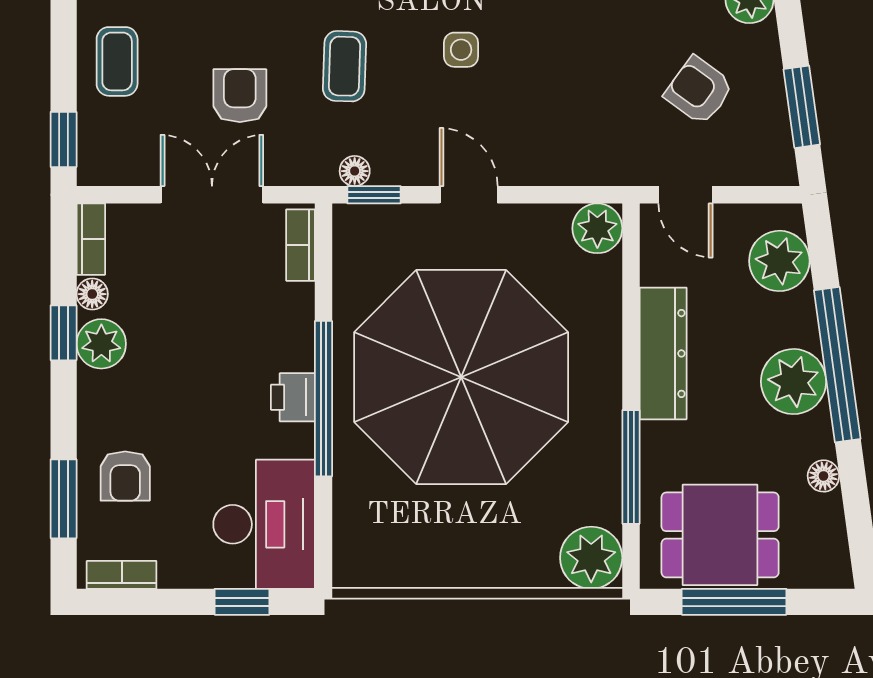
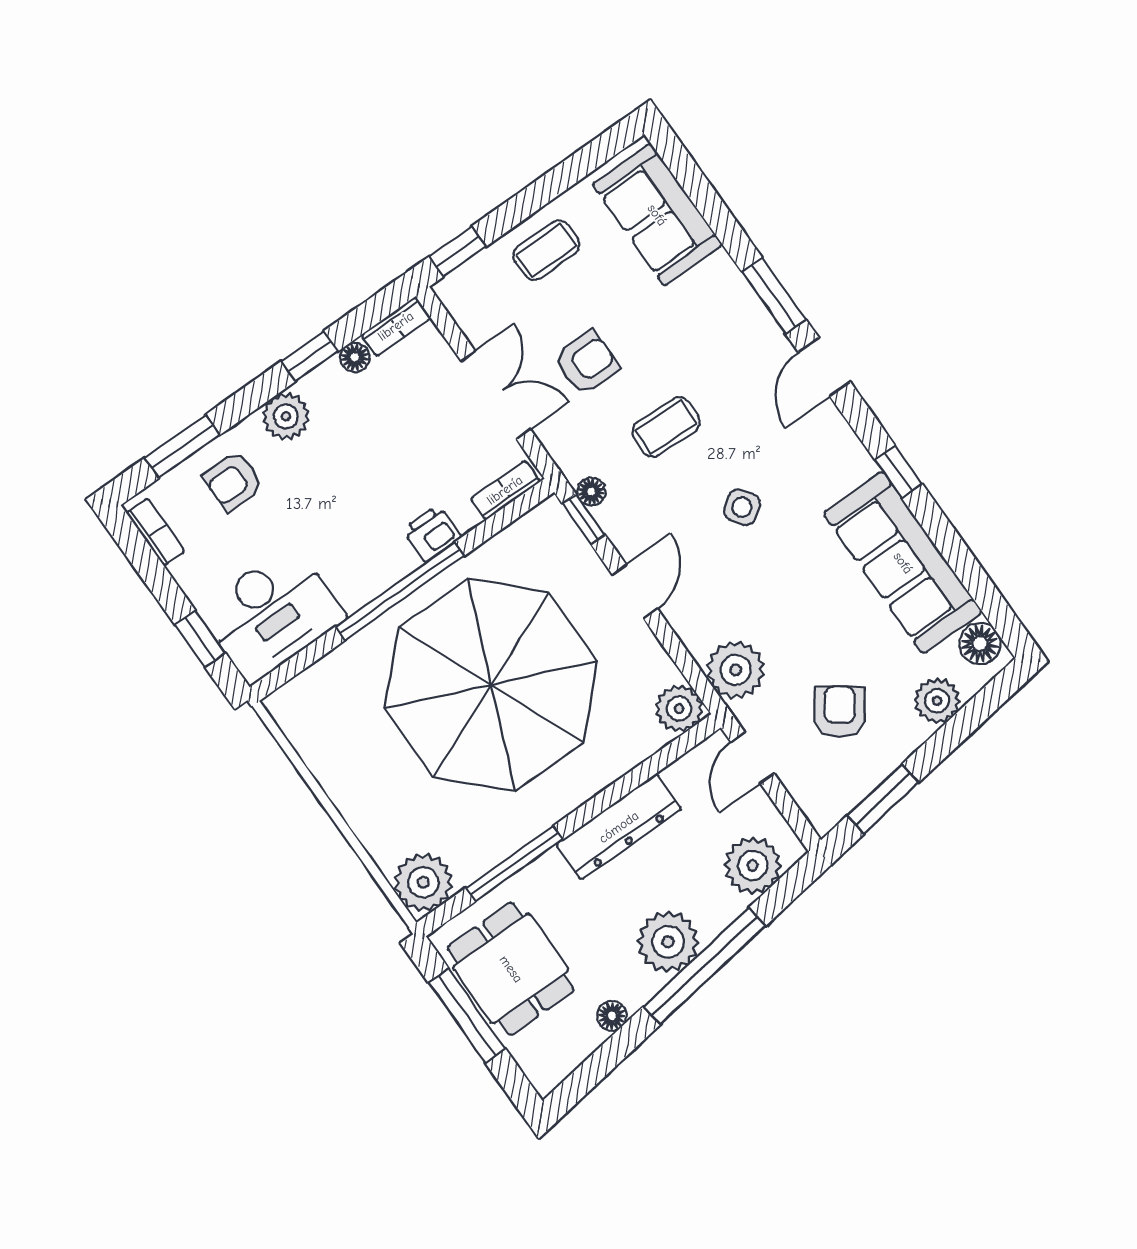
side table: (461, 50) -> (742, 507), turned -35
plant: (599, 155) -> (736, 670), added
plant: (101, 344) -> (286, 416), moved
printer: (293, 397) -> (432, 533), moved

